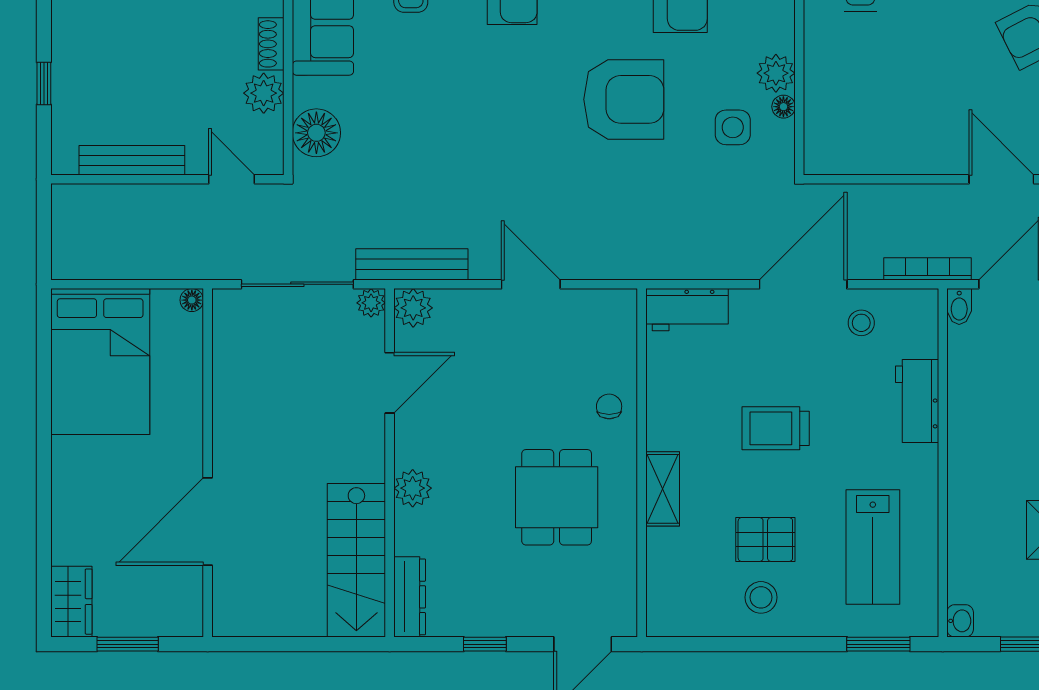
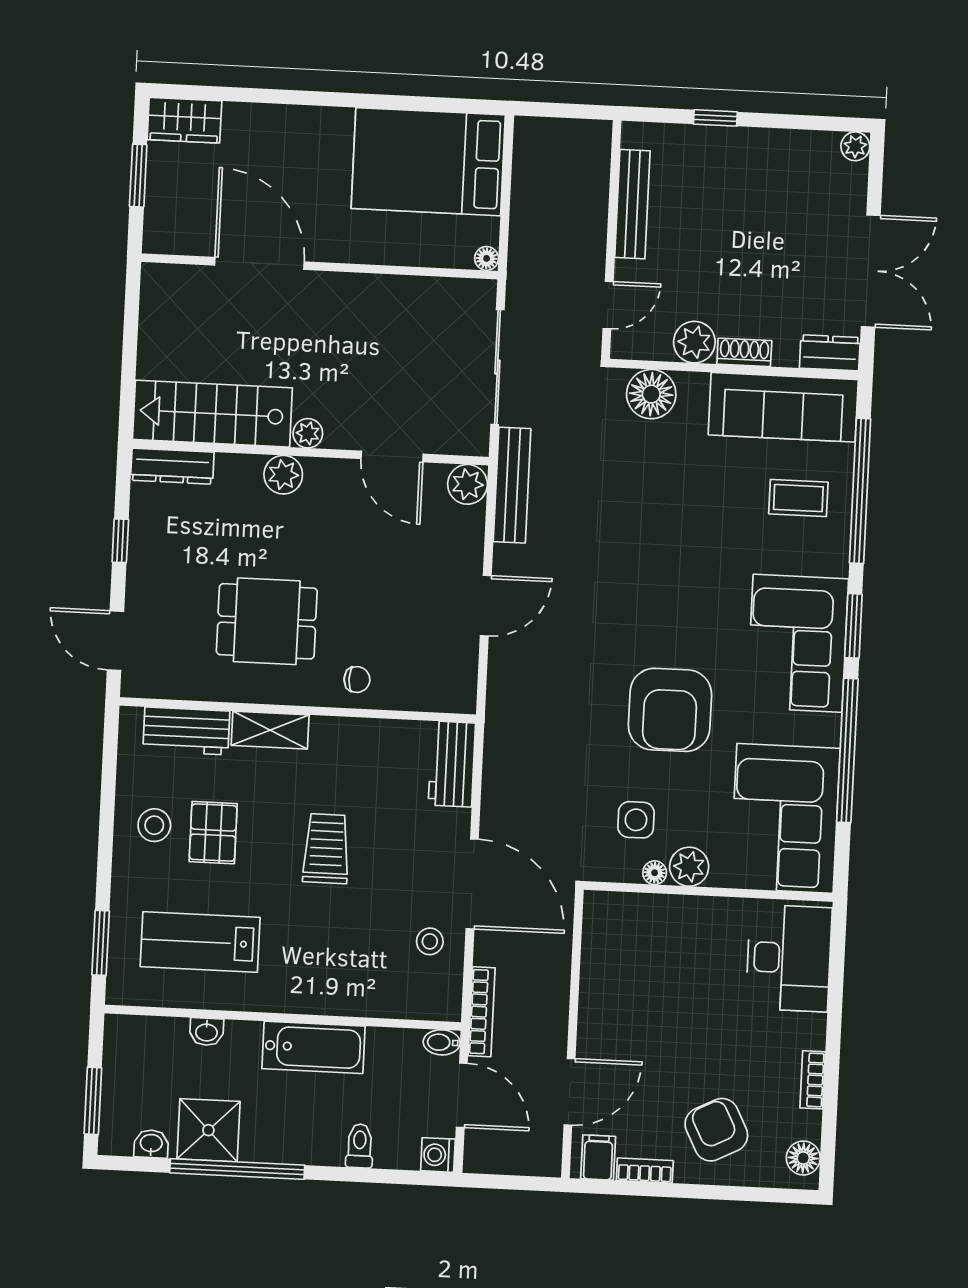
plant: (371, 303) -> (308, 433), moved
workbench: (917, 401) -> (186, 731), moved, turned 180
bathtub: (970, 431) -> (313, 1047), added
washbasin: (960, 621) -> (207, 1032), moved

